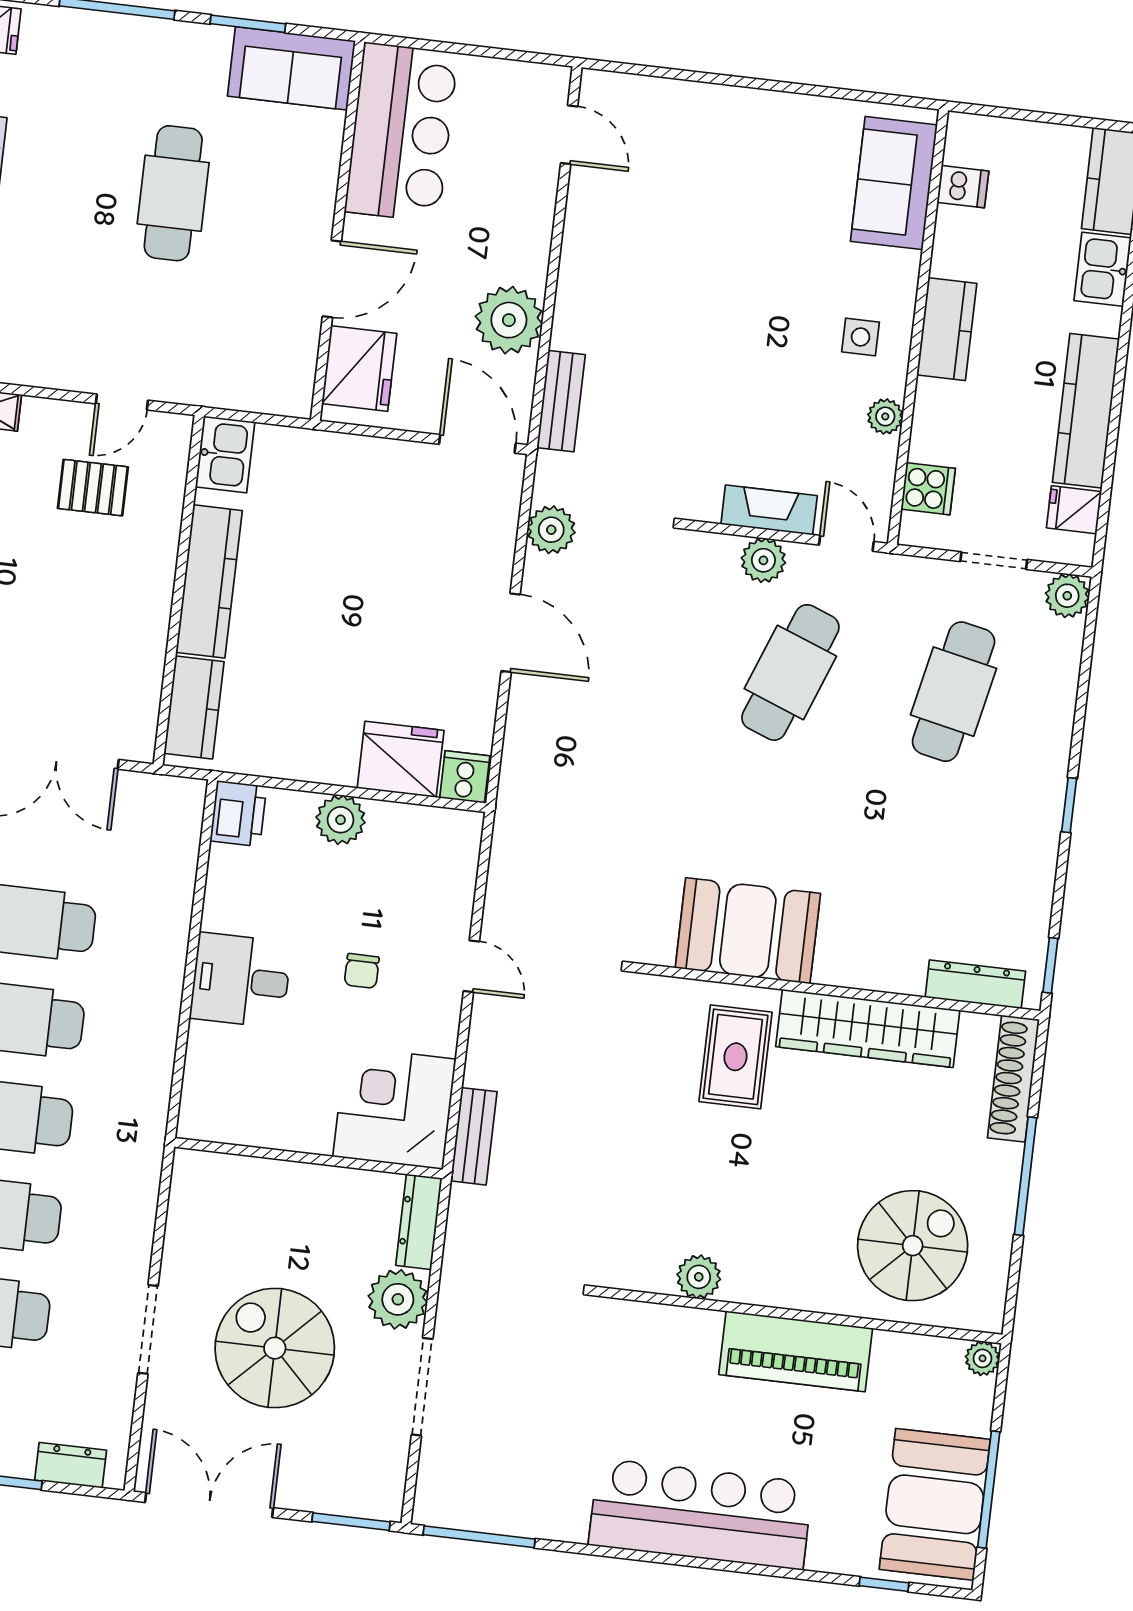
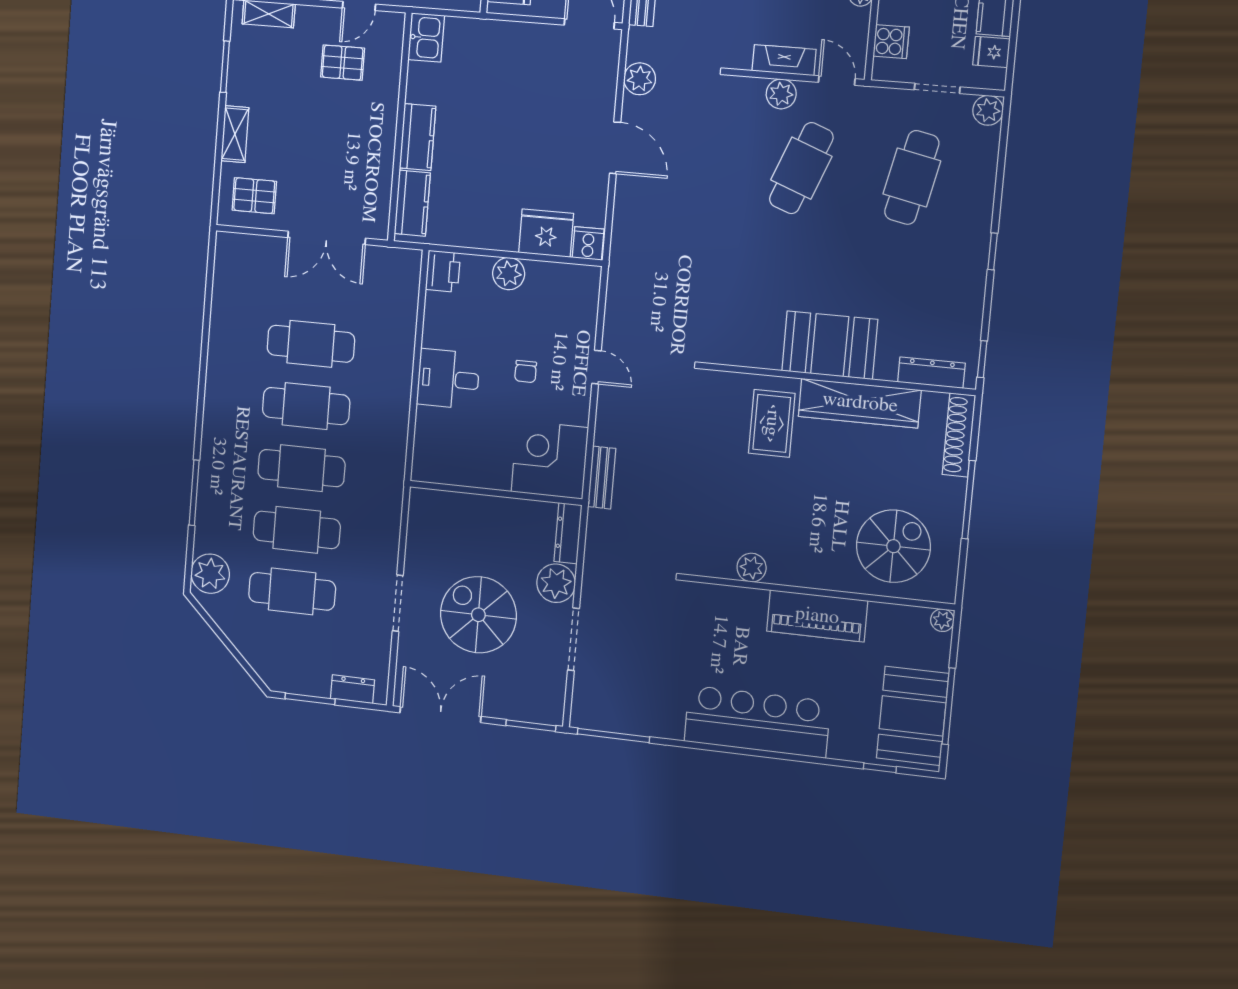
kitchen counter: (209, 581) -> (418, 137), width x0.67
booth: (748, 931) -> (830, 345), moved

